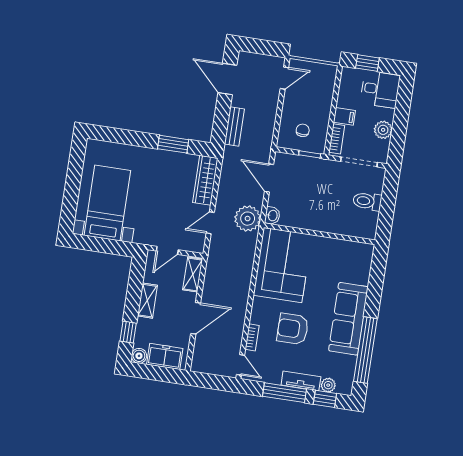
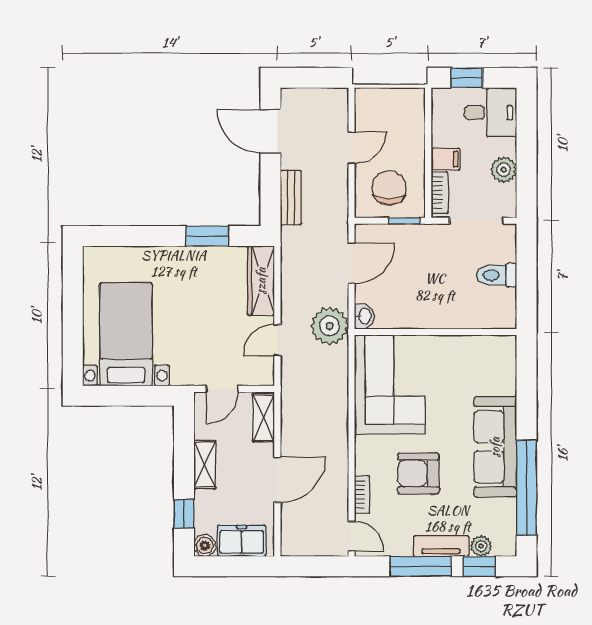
door: (284, 78) -> (352, 148), moved
chair: (303, 130) -> (389, 188), width x1.87, depth x1.87
door: (269, 178) -> (352, 263), swing flipped

